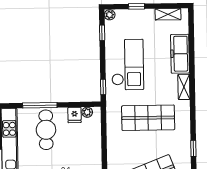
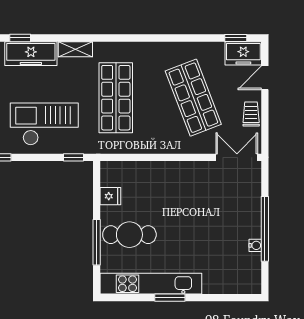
plant: (87, 112) -> (107, 179), removed
window: (193, 148) -> (20, 38), moved

